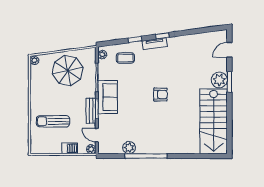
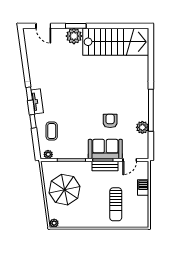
armchair: (160, 95) -> (110, 121), moved
sofa: (108, 97) -> (105, 149), moved
plant: (91, 149) -> (144, 166), removed

